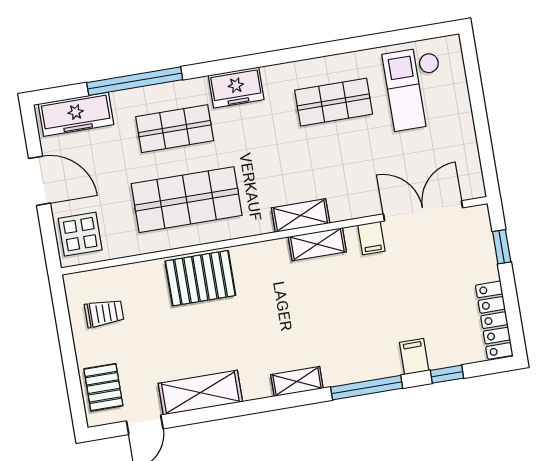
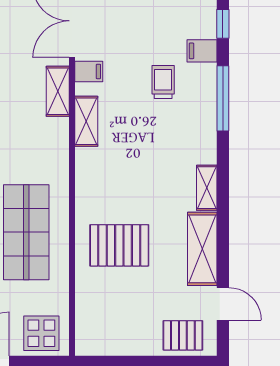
shelving: (301, 216) -> (58, 91), moved
pallet: (200, 278) -> (119, 245), moved, turned 90
trolley: (104, 313) -> (163, 82), moved
shelving: (297, 381) -> (207, 188), moved

